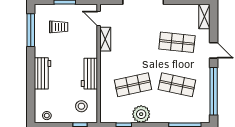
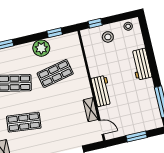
trolley: (59, 27) -> (136, 111), removed
workbench: (89, 74) -> (102, 91), moved
stool: (81, 106) -> (108, 37), moved

